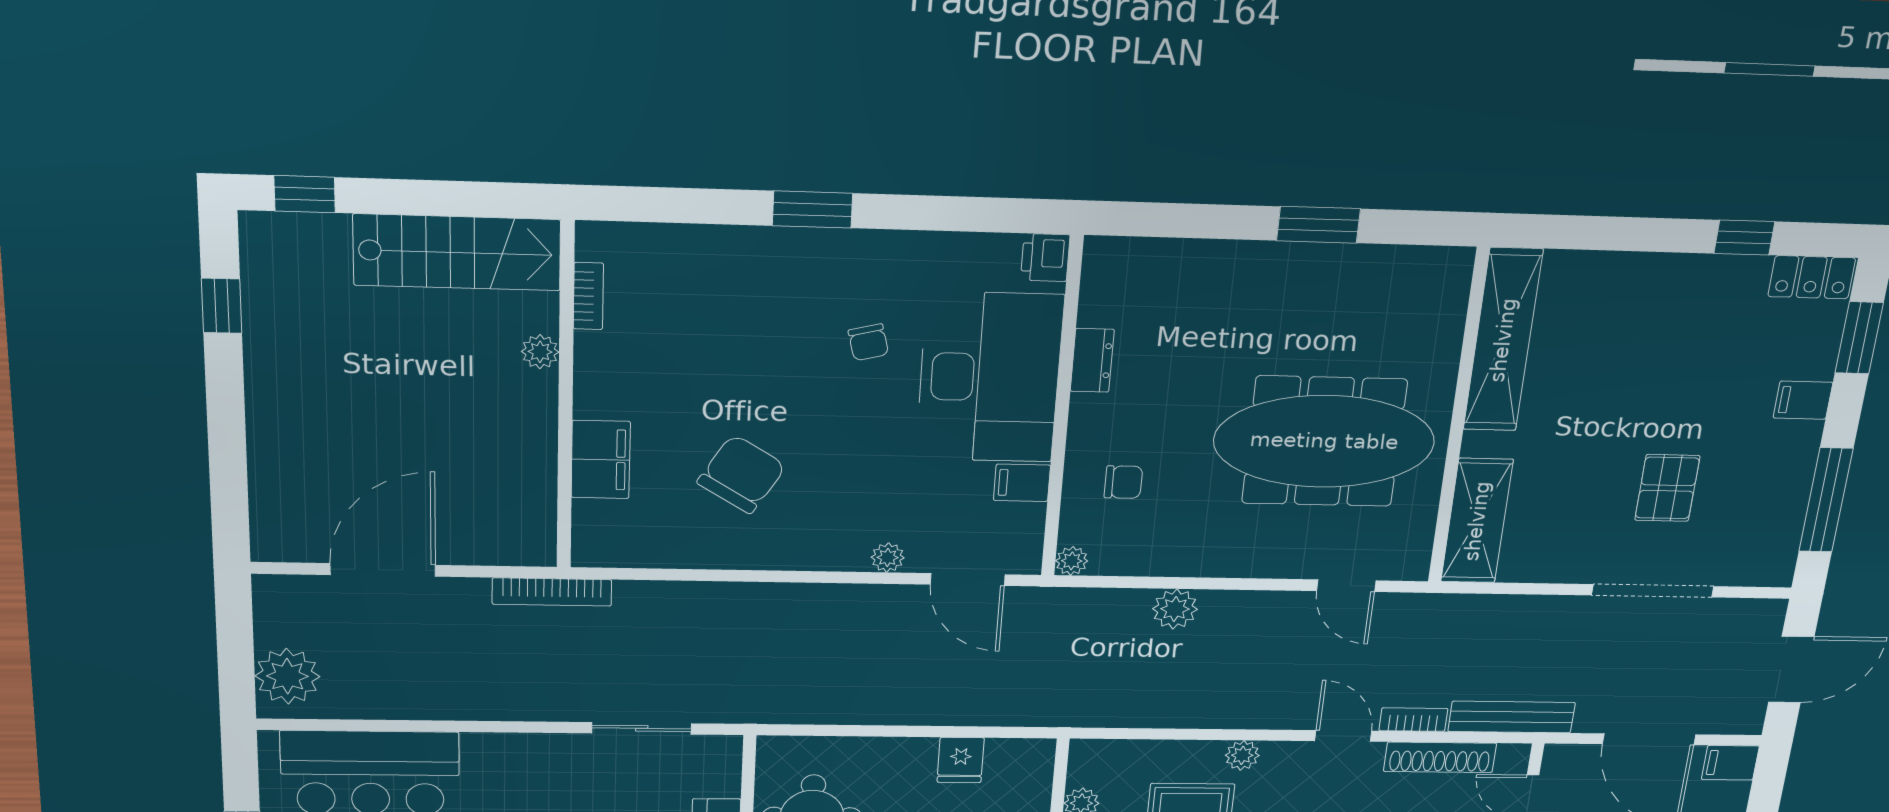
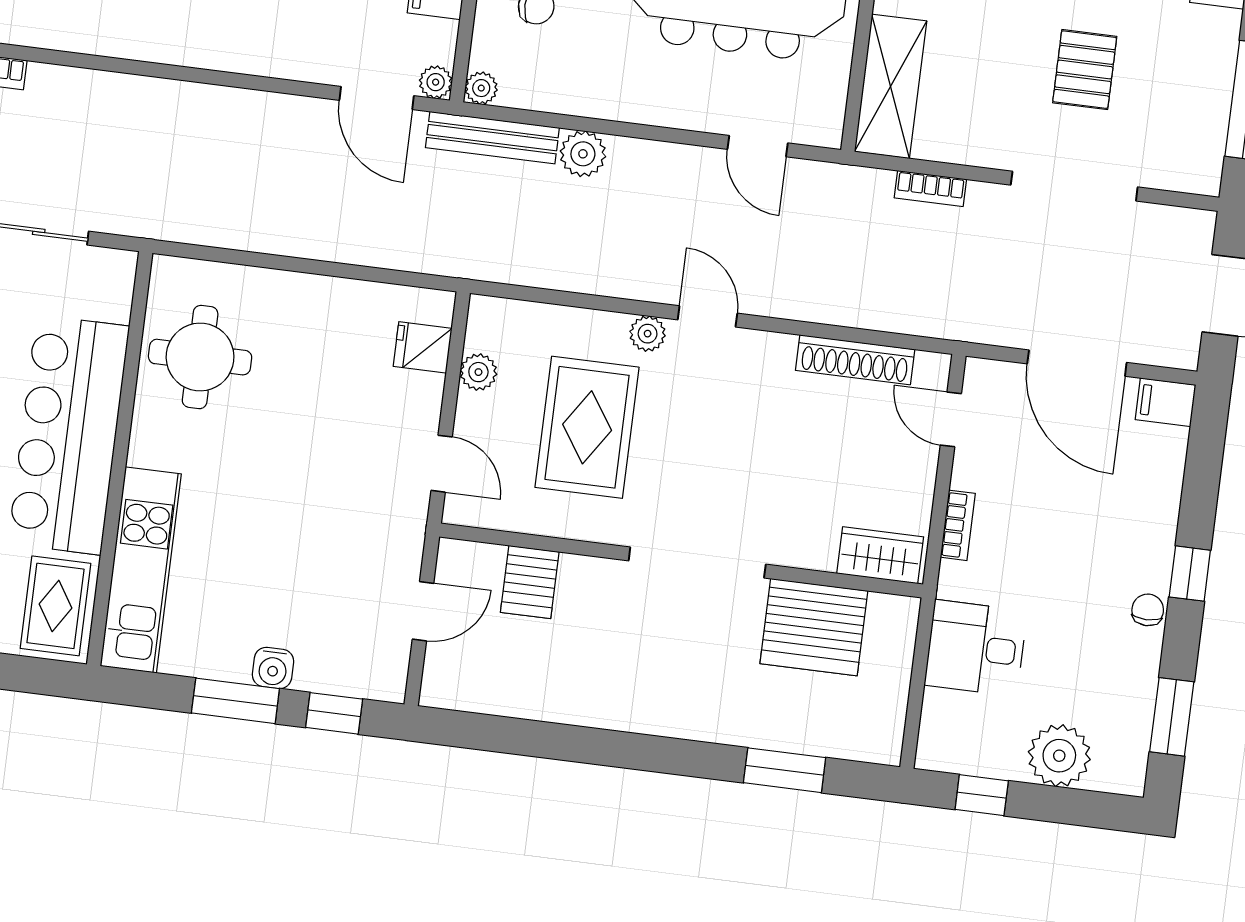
plant: (888, 558) -> (436, 82), moved
bench: (1512, 717) -> (492, 138), moved
bookcase: (1413, 720) -> (930, 189), moved, turned 180
door: (1343, 736) -> (708, 316), moved
fridge: (961, 760) -> (423, 347), moved, turned 90

